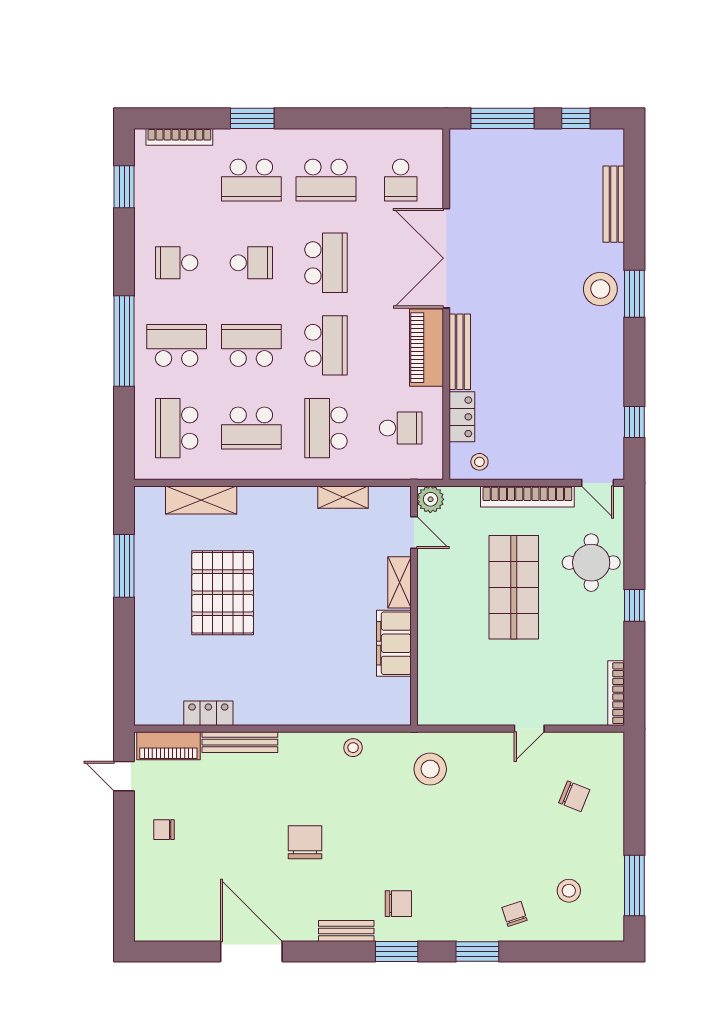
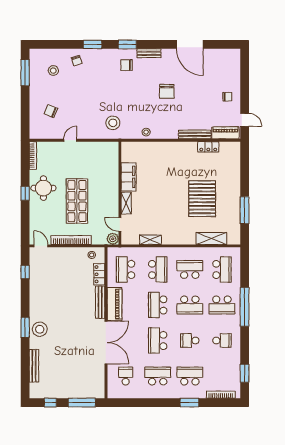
school desk: (401, 428) -> (126, 269), width x1.85
round table: (591, 563) -> (43, 188), moved

